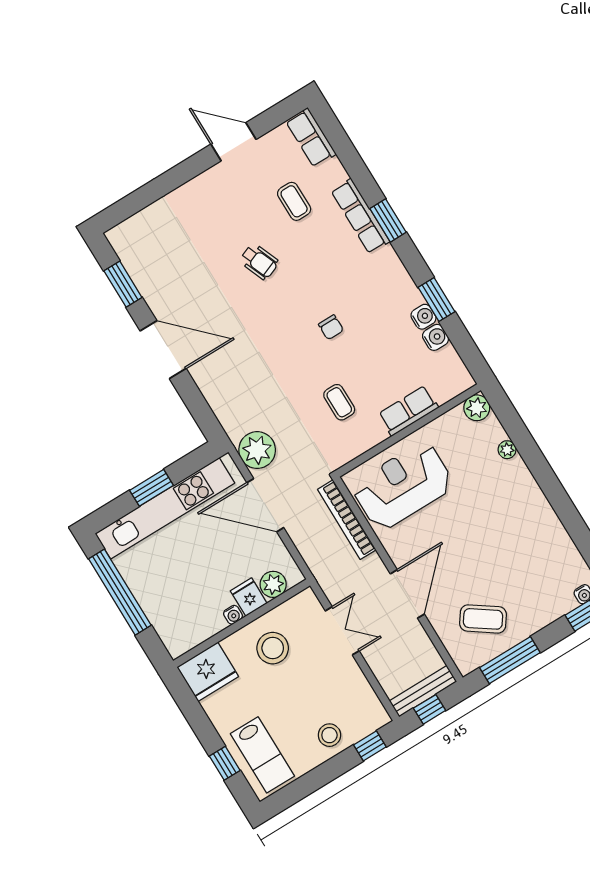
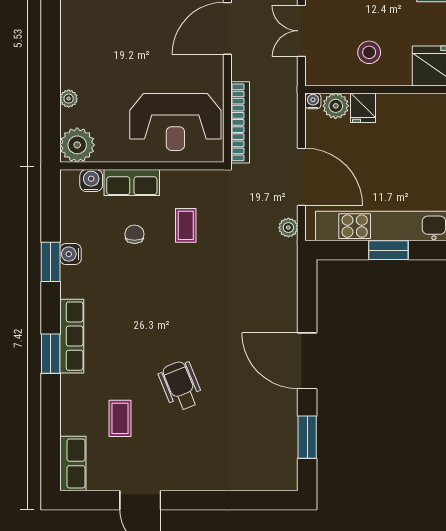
row of seats: (360, 216) -> (72, 336), moved
wheelchair: (259, 262) -> (181, 386), width x1.36, depth x1.37
chair: (331, 327) -> (134, 234), moved
water cooler: (436, 337) -> (91, 180), moved, turned 90
plant: (477, 408) -> (77, 145), width x1.36, depth x1.36
plant: (257, 450) -> (288, 228), width x0.53, depth x0.53
water cooler: (233, 615) -> (313, 101), moved
stool: (273, 648) -> (369, 52), width x0.73, depth x0.73

